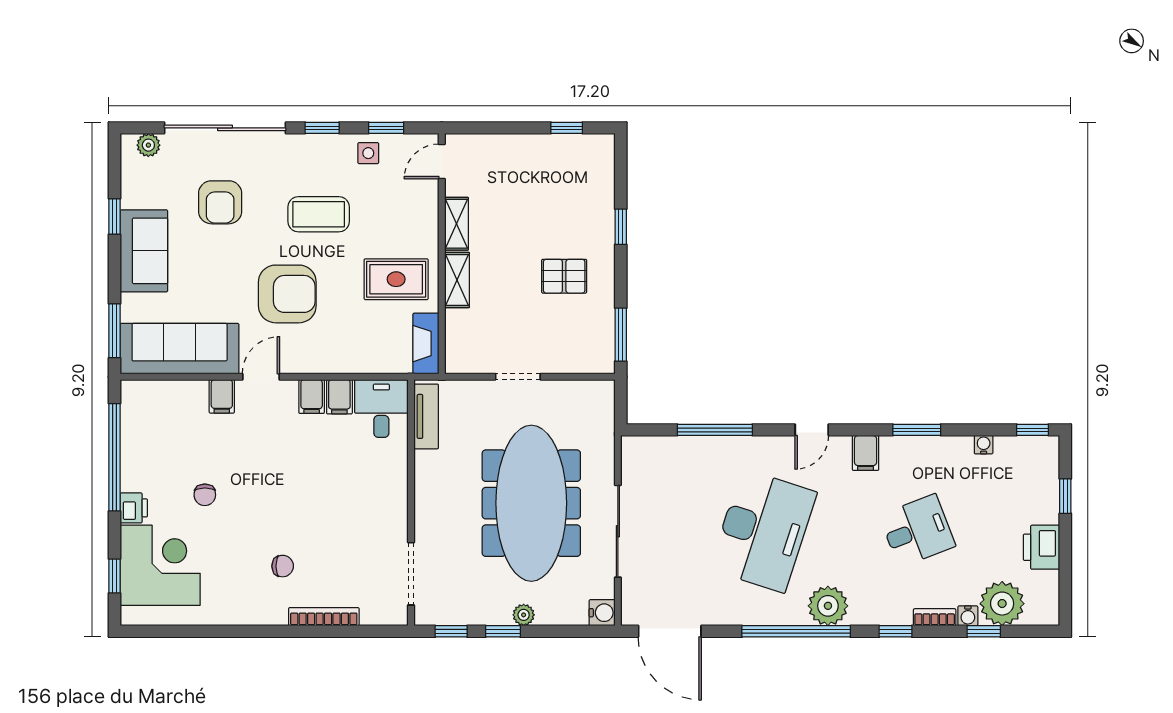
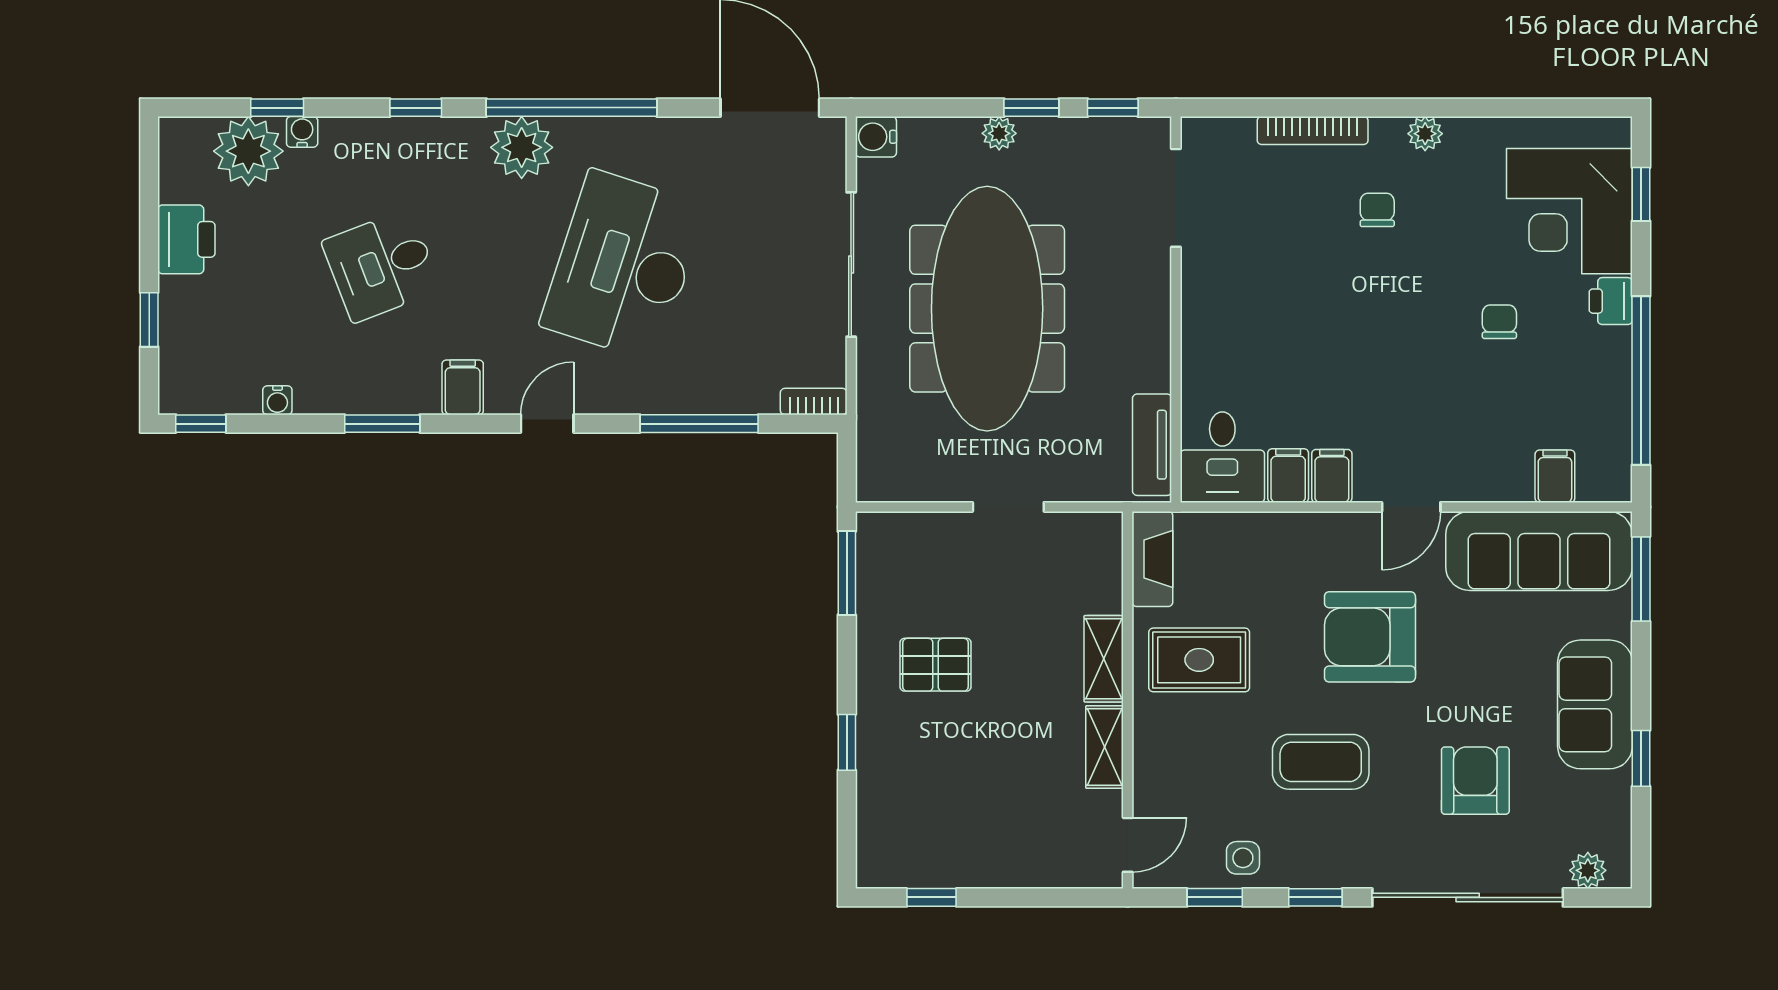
filing cabinet: (222, 396) -> (1555, 476), moved
chair: (283, 566) -> (1377, 210), turned 90
plant: (252, 615) -> (1425, 134), added
bookcase: (935, 617) -> (814, 401), moved, turned 180

